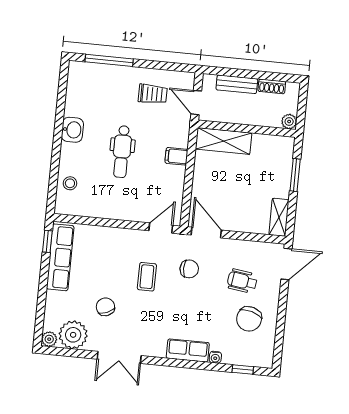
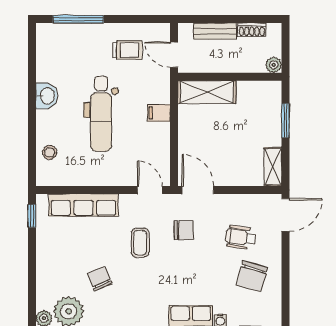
dental chair: (122, 152) -> (101, 114), width x1.36, depth x1.38
door: (161, 228) -> (150, 190), hinge flipped
row of seats: (60, 257) -> (83, 205), moved, turned 90

